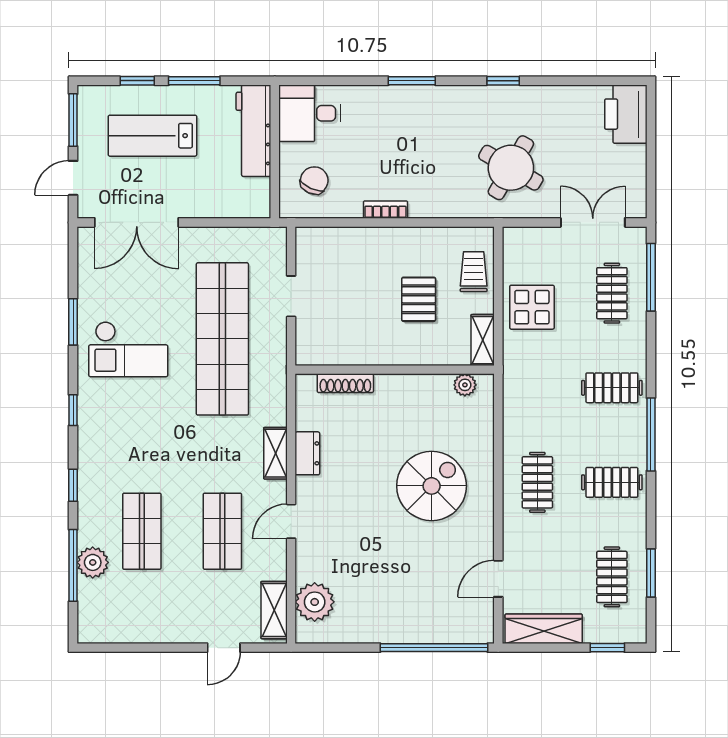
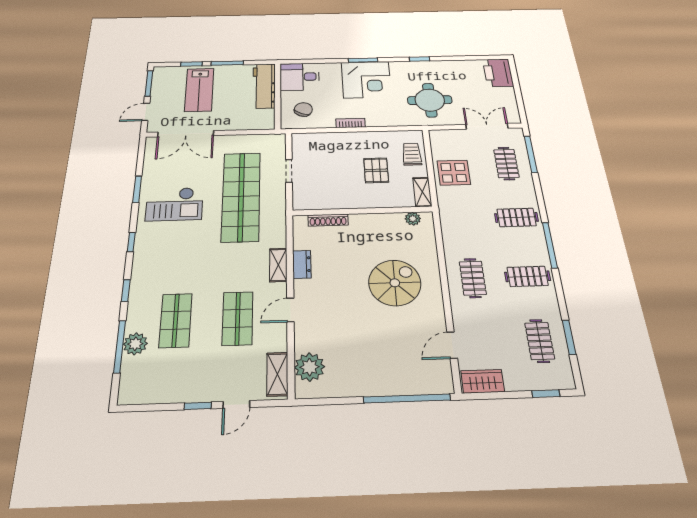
corner desk: (415, 122) -> (366, 80), added
lab bench: (152, 136) -> (199, 90), turned -90
round table: (511, 168) -> (430, 100), turned -30
wardrobe: (544, 629) -> (483, 381), width x0.67
window: (177, 648) -> (198, 406), added

